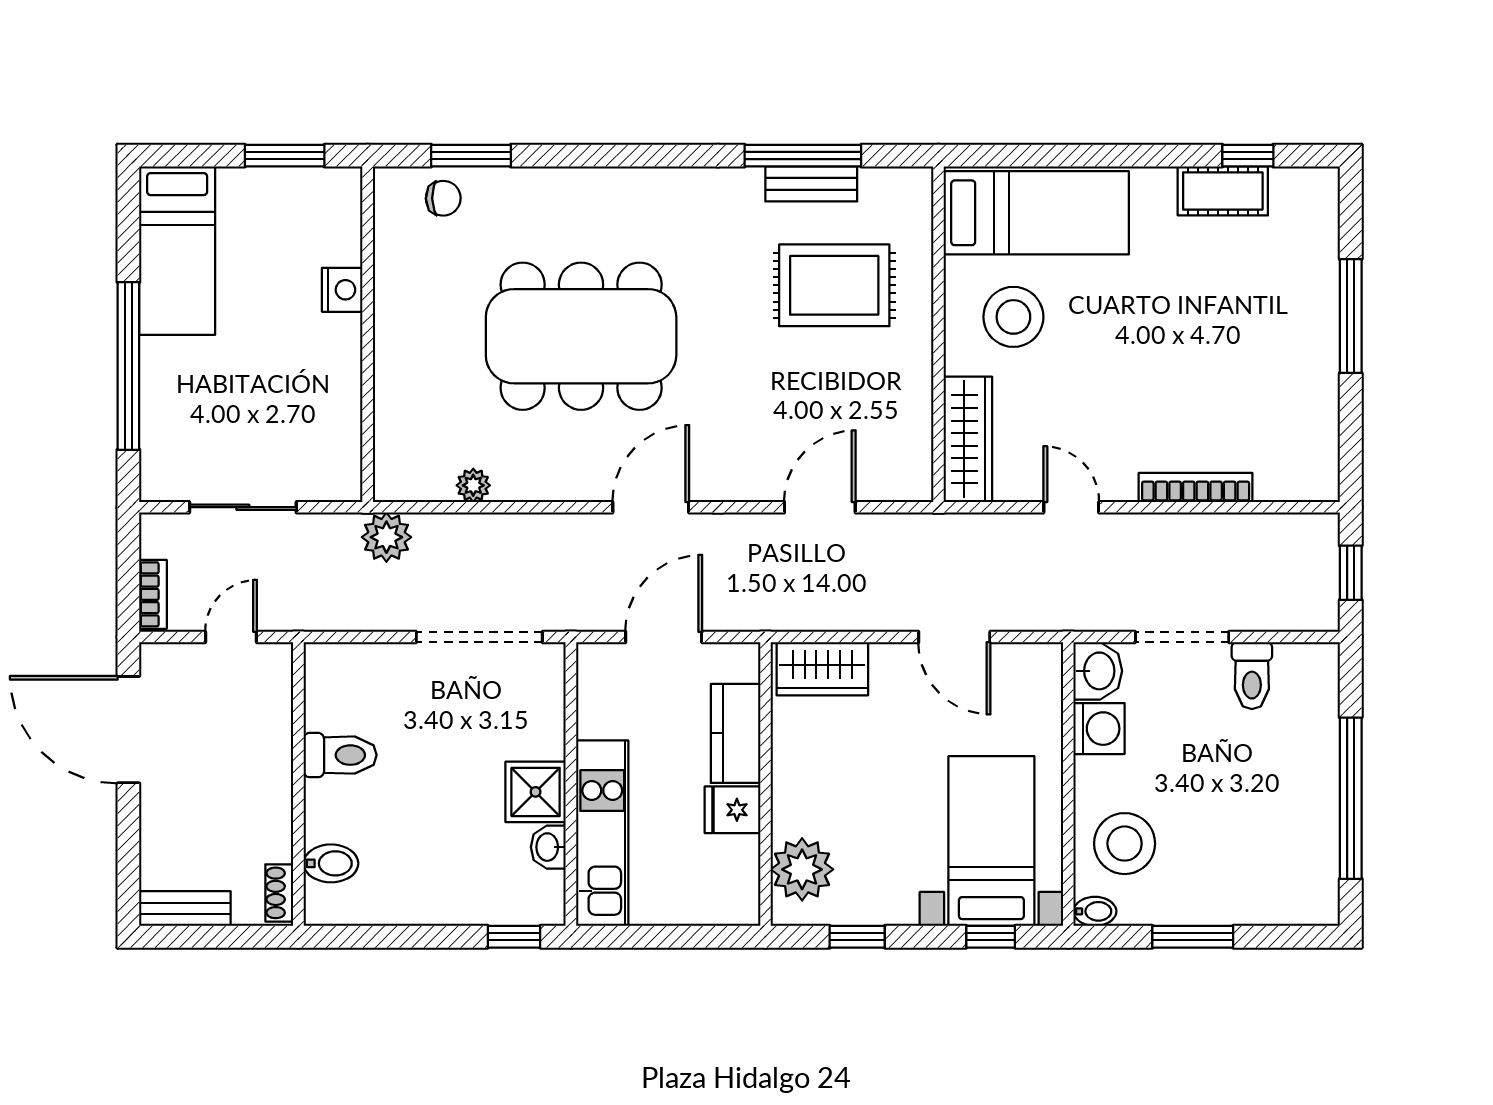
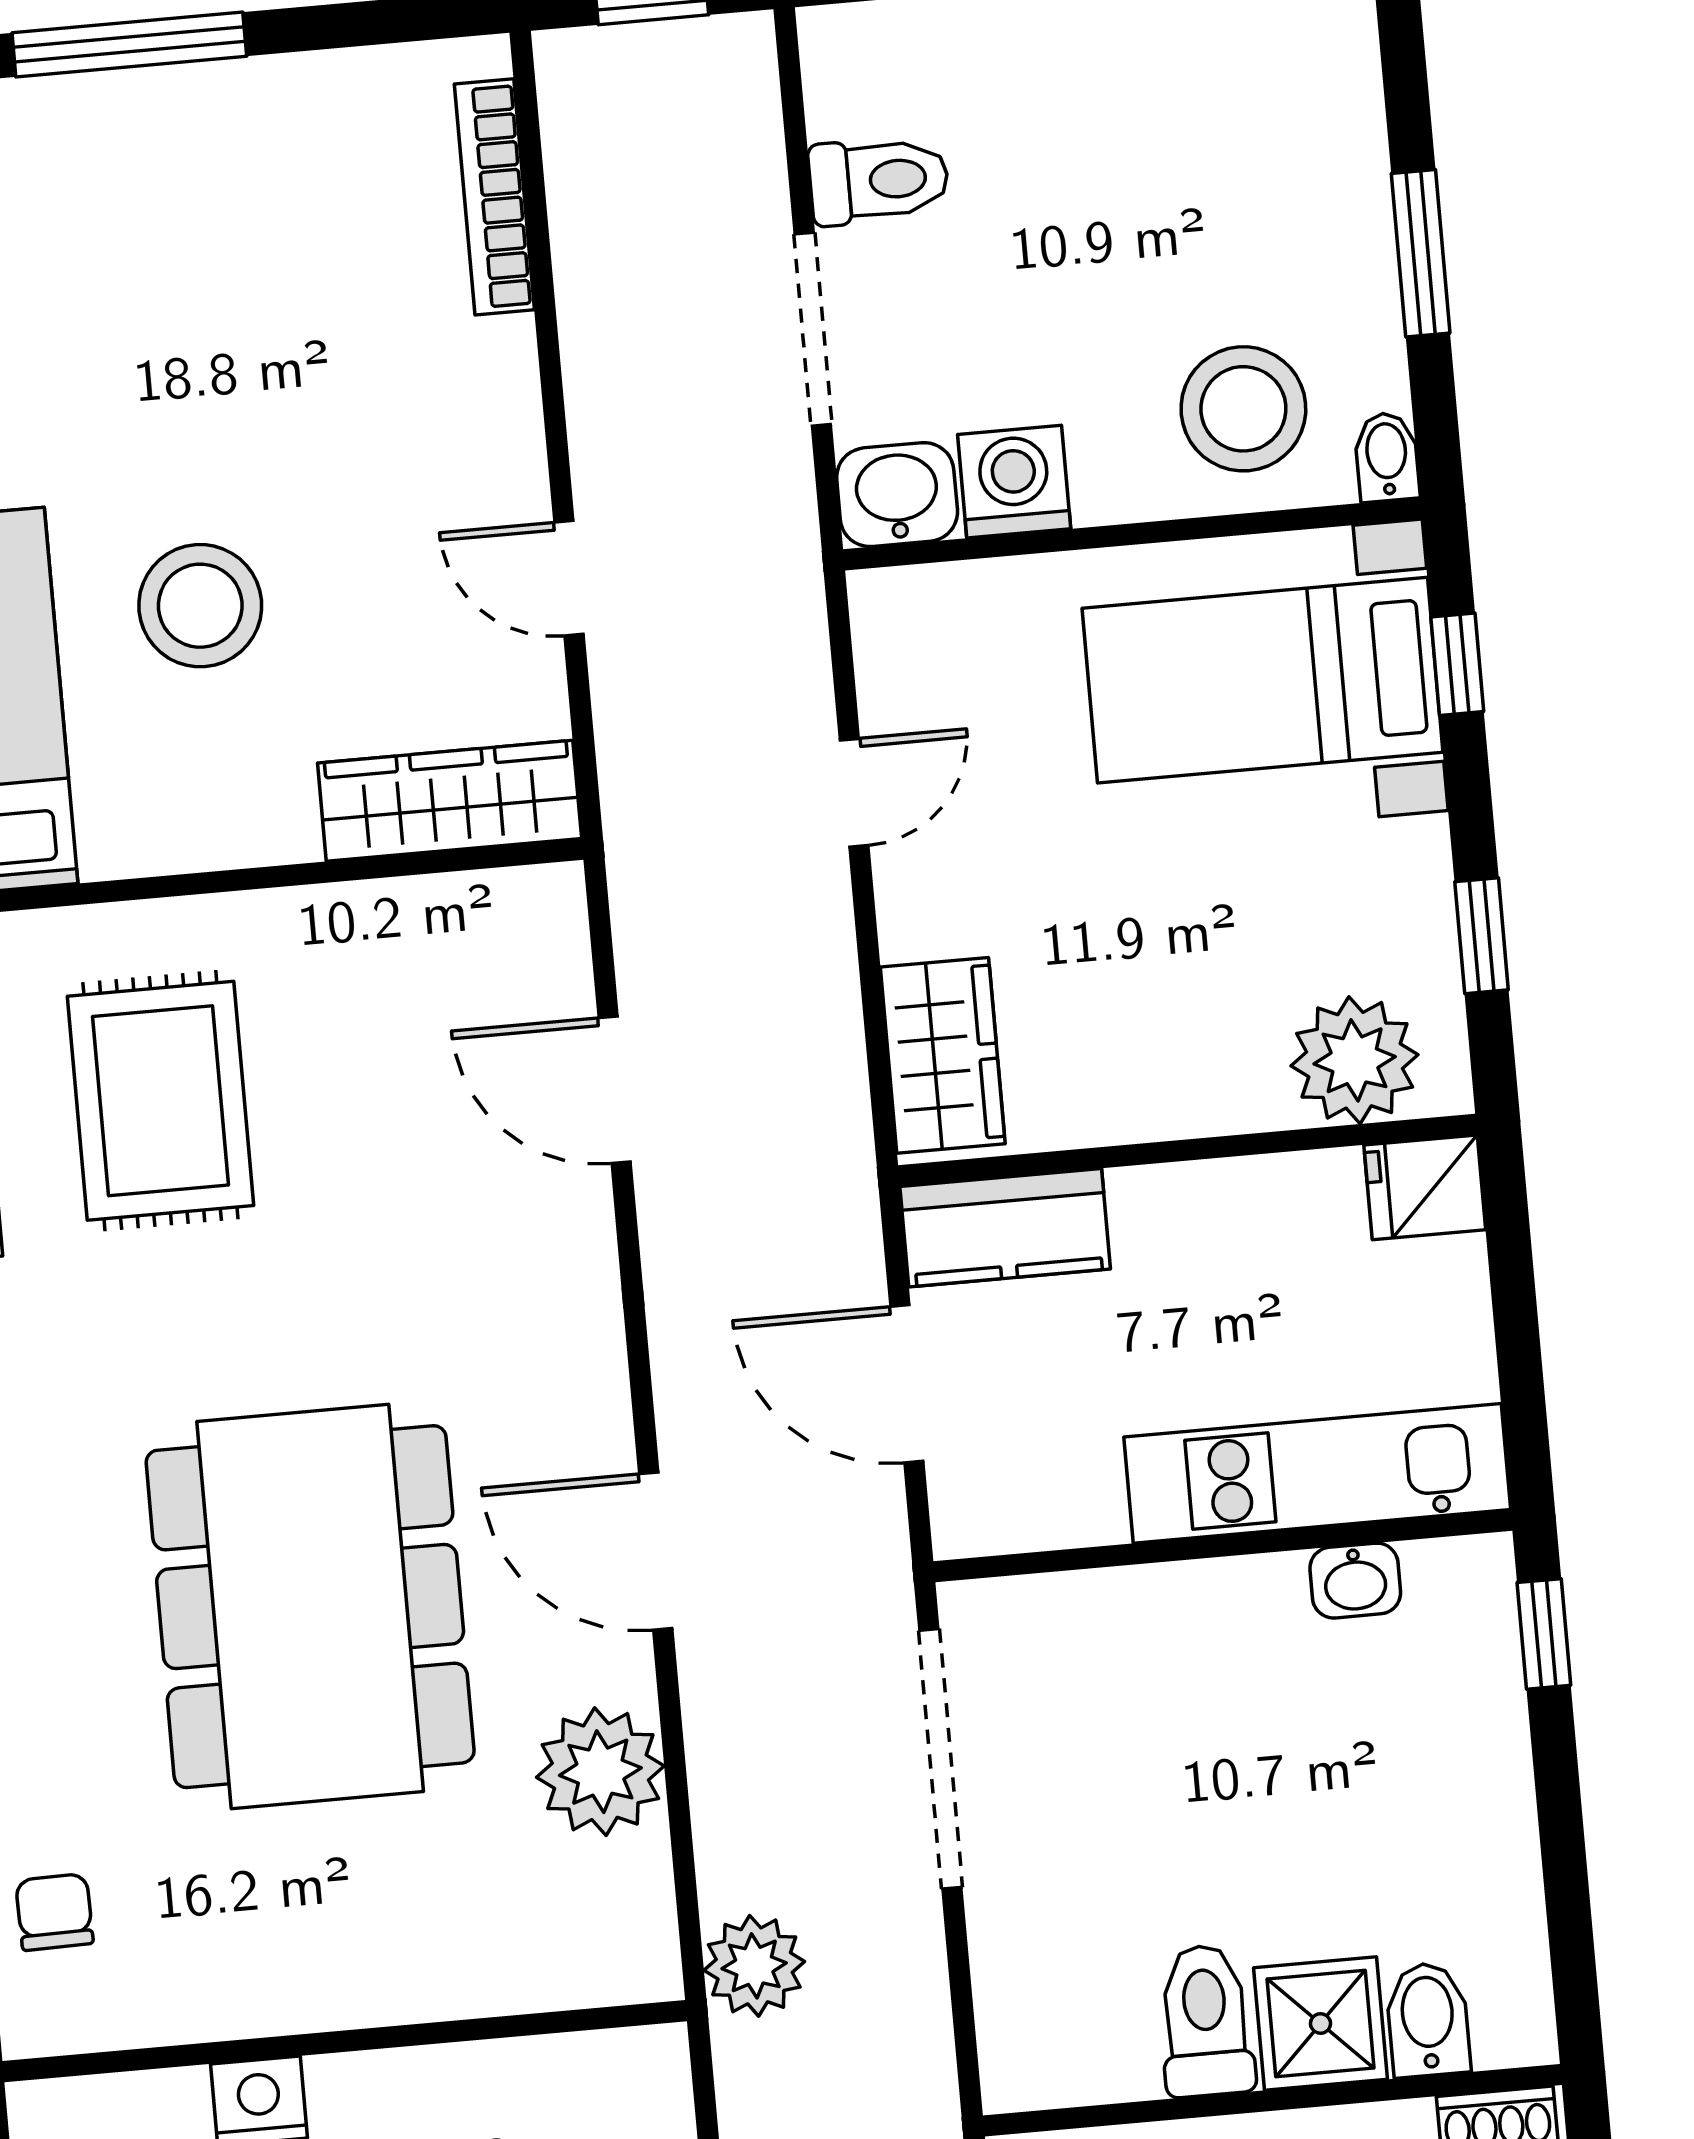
stool: (1013, 317) -> (200, 606), moved
plant: (473, 485) -> (600, 1772), width x1.88, depth x1.88
bookcase: (1196, 487) -> (494, 197), moved
door: (651, 507) -> (656, 1551), moved
door: (1071, 507) -> (569, 578), hinge flipped
door: (954, 637) -> (854, 793), width x0.73
kitchen counter: (736, 733) -> (1005, 1228), moved
shower: (536, 792) -> (1320, 2024), moved
fridge: (733, 810) -> (1425, 1187), moved, turned 90

